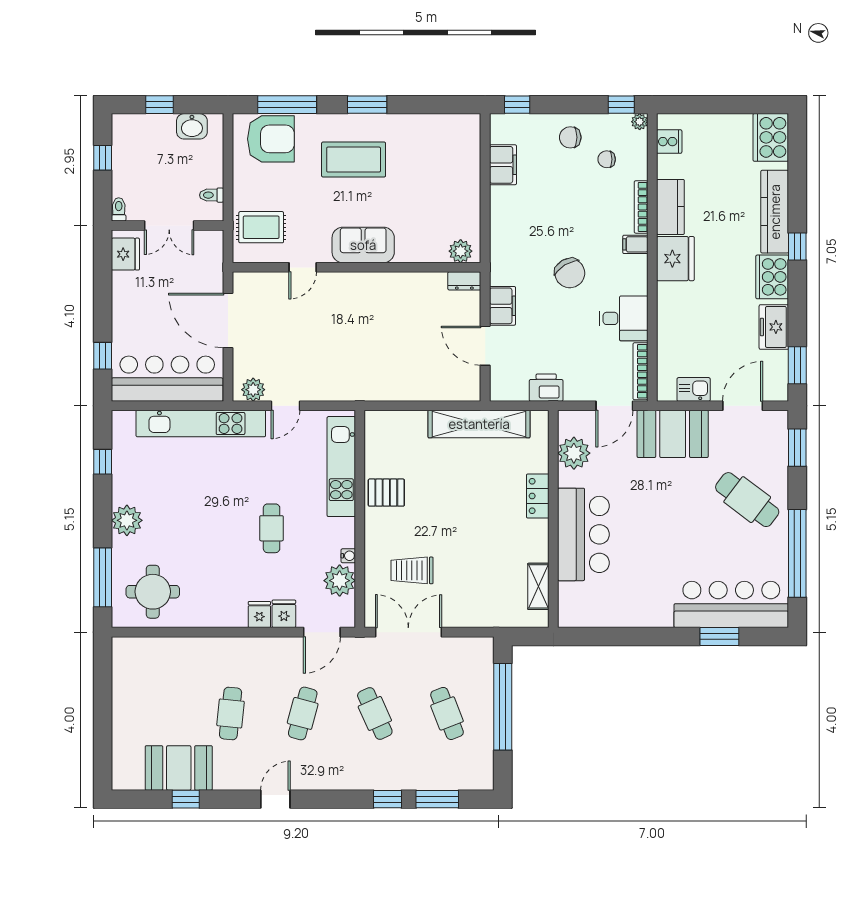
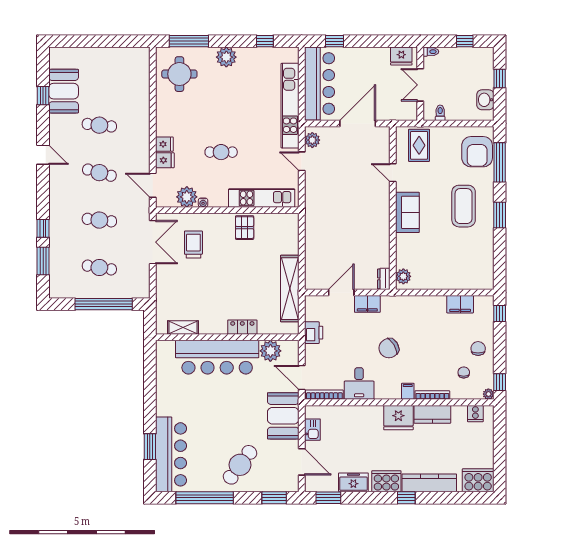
bar counter: (583, 534) -> (217, 357), width x1.36
cafe table: (375, 713) -> (99, 220), turned 30
cafe table: (447, 713) -> (99, 267), turned 30

